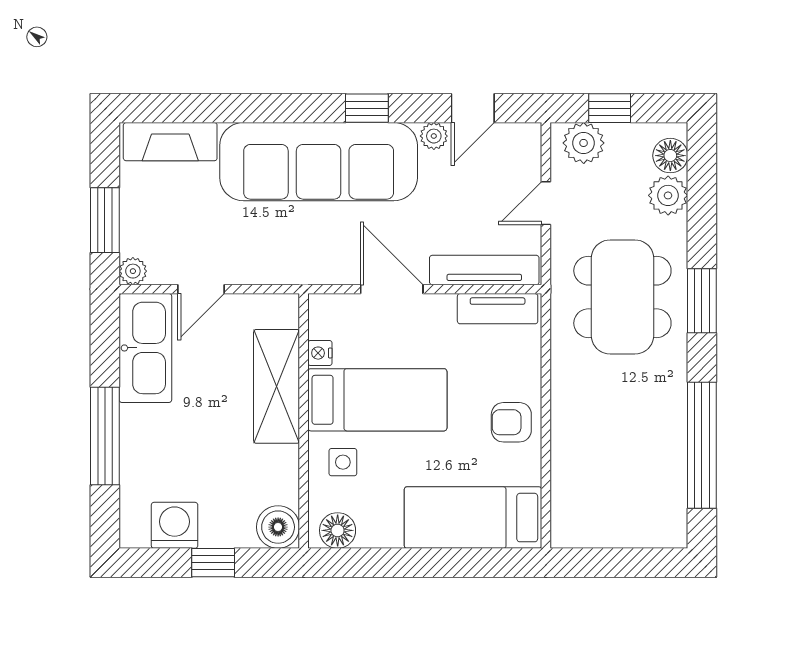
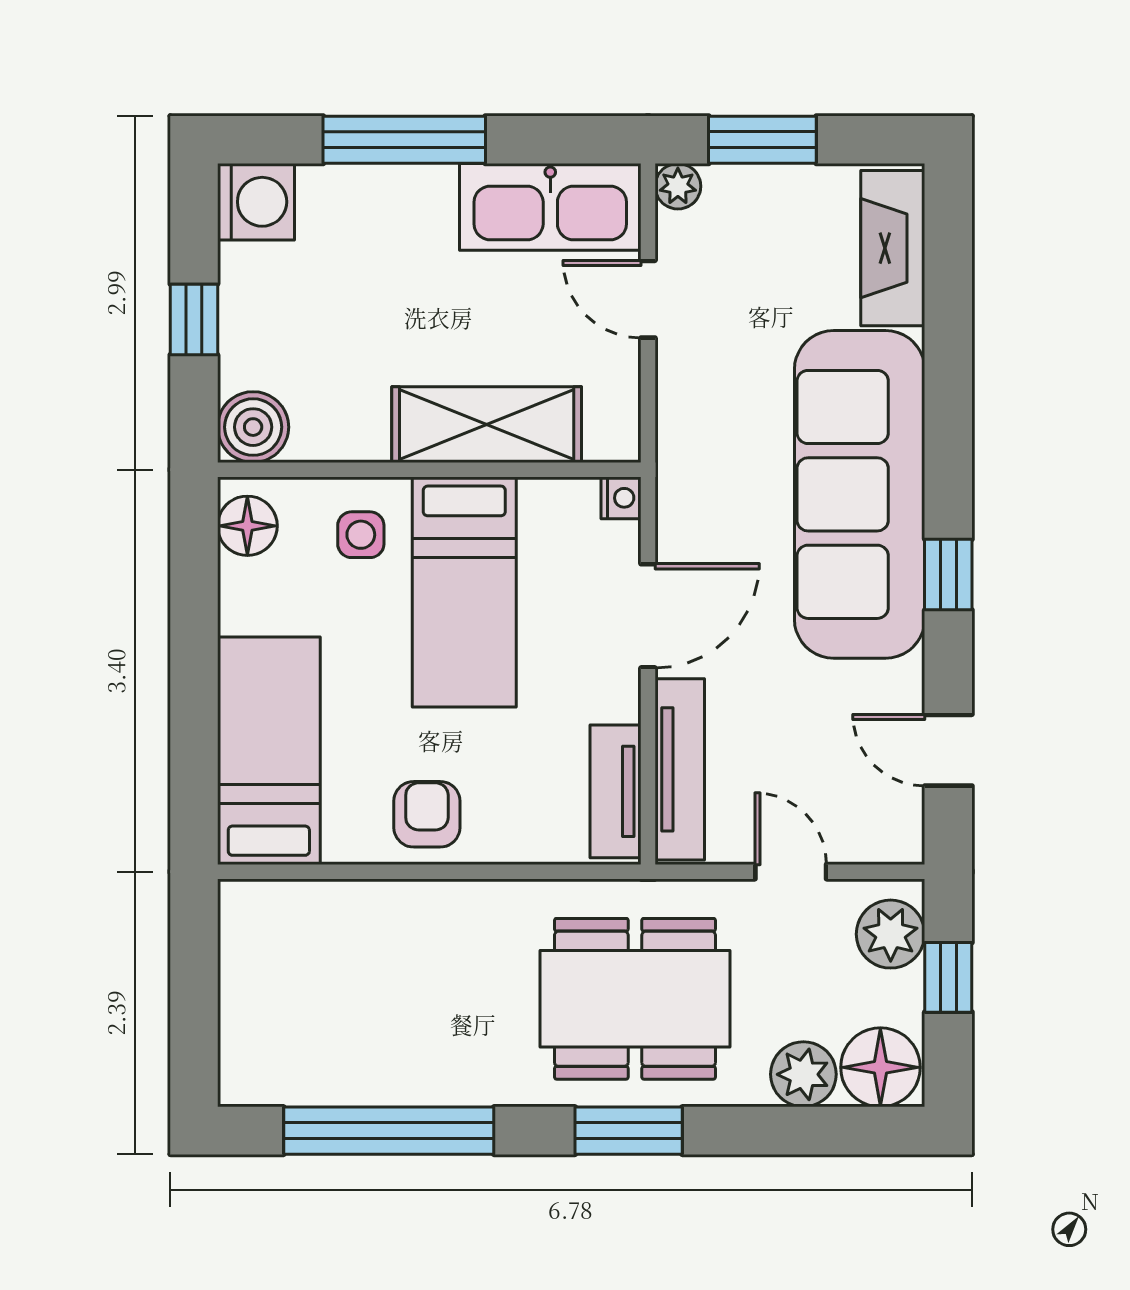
plant: (434, 136) -> (902, 686), removed
floor lamp: (670, 156) -> (880, 1067), width x1.38, depth x1.38
nightstand: (320, 353) -> (621, 498), moved, turned 90
washing machine: (175, 525) -> (256, 202), moved

